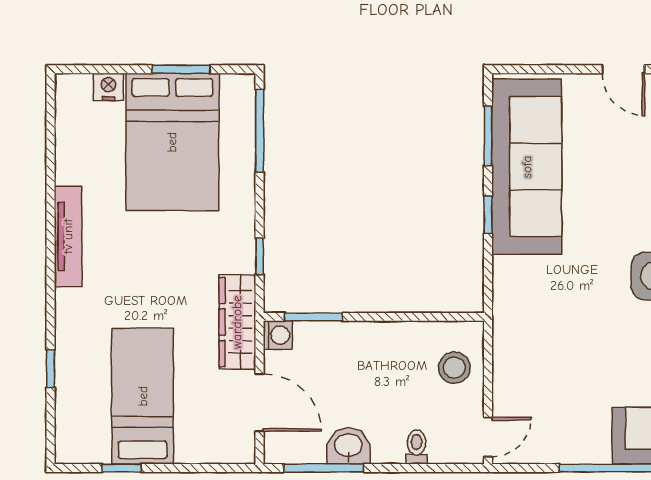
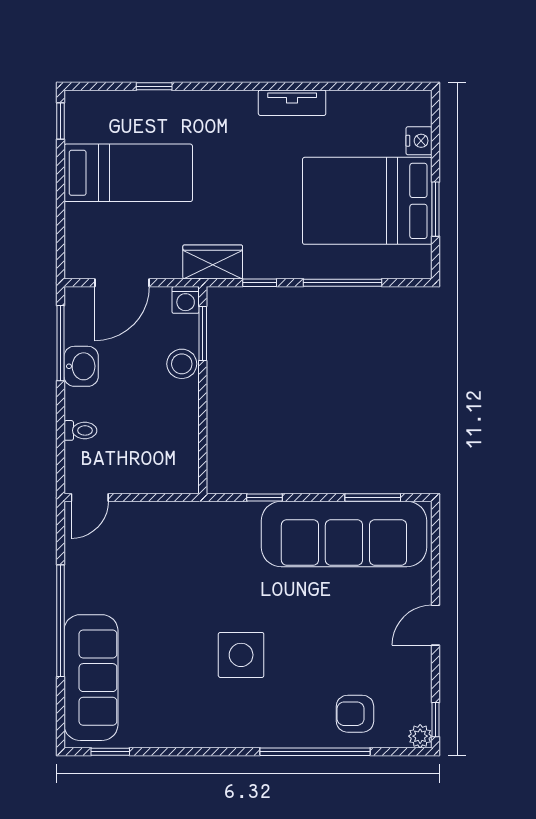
window: (260, 131) -> (343, 283), moved
window: (488, 215) -> (264, 498), moved
tv unit: (68, 236) -> (292, 103), width x0.71
wardrobe: (237, 322) -> (213, 262), width x0.67
stool: (454, 368) -> (182, 364), moved
door: (488, 437) -> (90, 498), hinge flipped
window: (122, 468) -> (61, 121), moved

